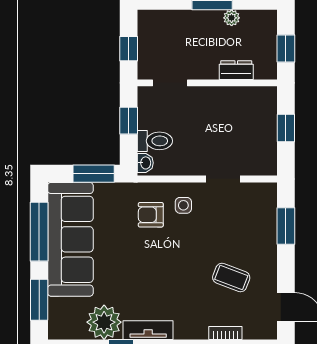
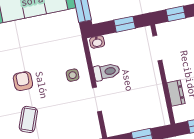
toilet: (155, 141) -> (107, 72), moved, turned -90
armchair: (151, 215) -> (23, 81), moved

